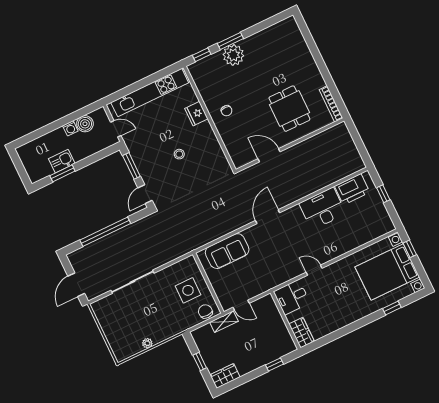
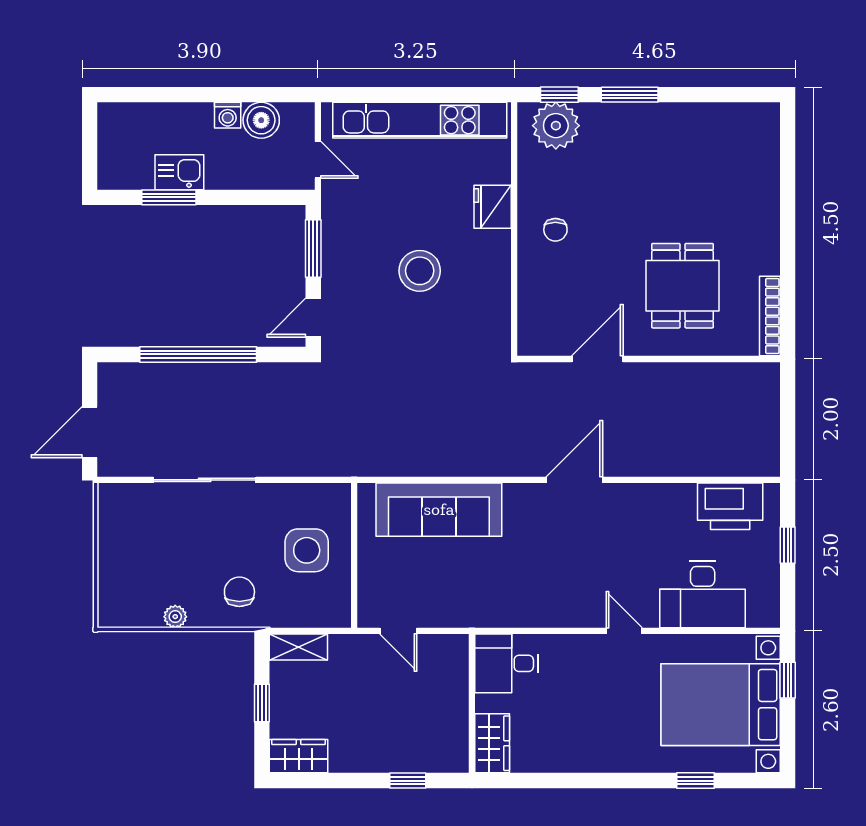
plant: (233, 55) -> (556, 126), moved
stool: (179, 154) -> (420, 271), width x1.89, depth x1.89
door: (269, 155) -> (597, 359), hinge flipped
desk: (322, 209) -> (703, 594), moved, turned 180
door: (268, 217) -> (574, 480), moved
sofa: (227, 251) -> (439, 510), width x1.36
door: (314, 270) -> (624, 631), moved
chair: (205, 311) -> (239, 592), moved
shelving: (224, 322) -> (298, 647), moved

